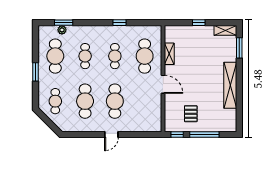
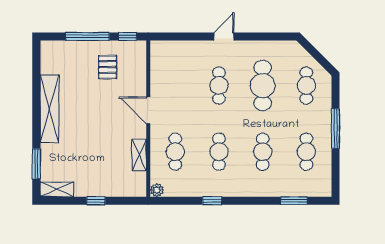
plant: (62, 30) -> (157, 190), moved
cafe table: (55, 56) -> (306, 152), width x0.73, depth x0.74
cafe table: (145, 56) -> (175, 152), width x0.73, depth x0.74
window: (35, 72) -> (335, 128), width x1.44
cafe table: (115, 101) -> (219, 86), width x0.73, depth x0.74

